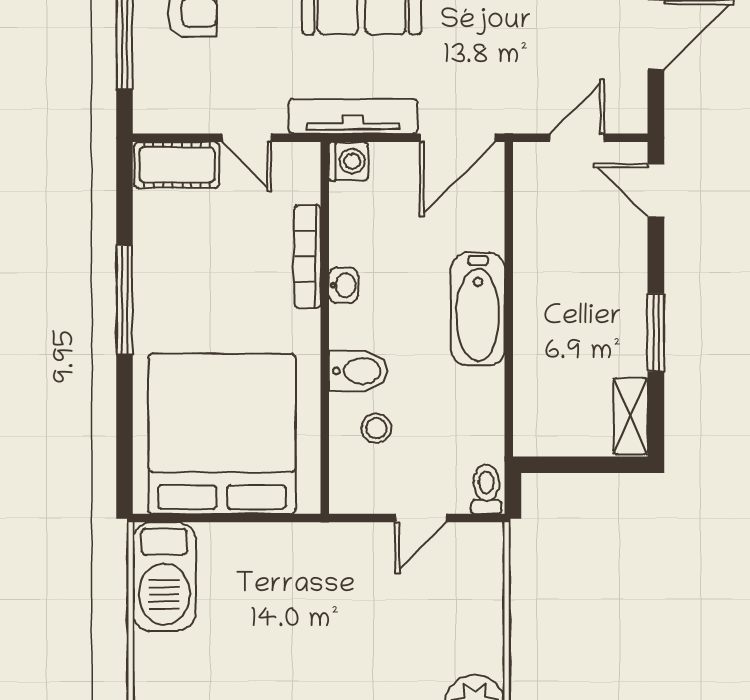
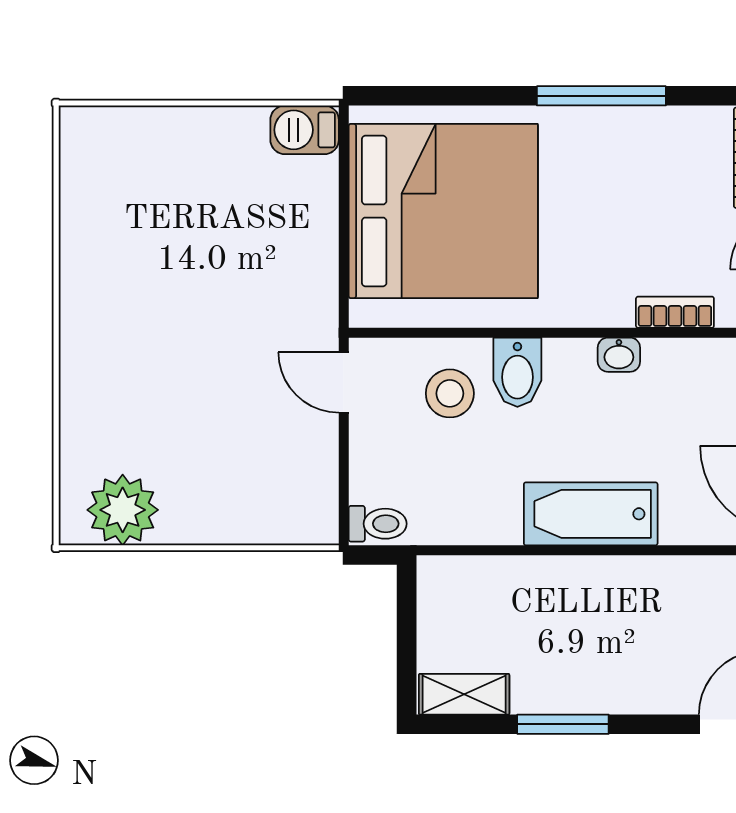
bookcase: (308, 256) -> (675, 312), width x0.64
stool: (376, 428) -> (450, 393), width x1.37, depth x1.37
door: (421, 518) -> (344, 382), moved
barbecue: (164, 577) -> (305, 130), width x0.53, depth x0.65

